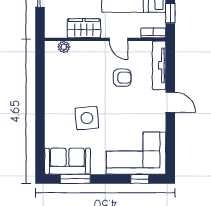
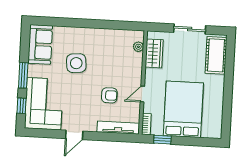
wardrobe: (84, 28) -> (154, 53), moved
armchair: (122, 78) -> (109, 95), turned -90
door: (170, 102) -> (74, 135), moved
window: (75, 179) -> (23, 75), moved

